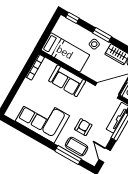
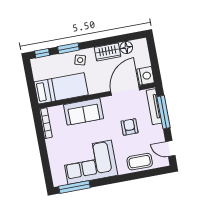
window: (102, 35) -> (68, 48), moved
armchair: (83, 127) -> (130, 127), moved
window: (68, 155) -> (74, 187), moved

